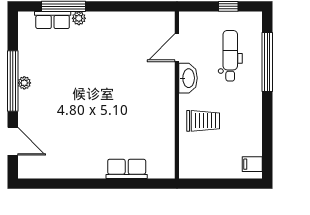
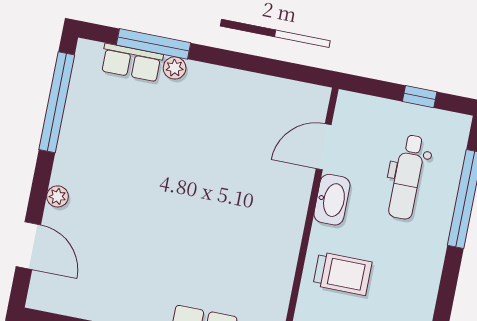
dental chair: (230, 56) -> (407, 177), turned 180
window: (13, 81) -> (57, 102), moved
plant: (24, 83) -> (57, 196), moved

